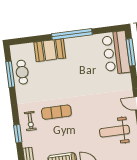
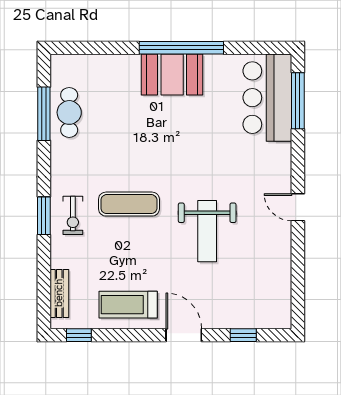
booth: (50, 50) -> (172, 75), moved
weight bench: (114, 131) -> (207, 231), moved, turned -90
window: (18, 134) -> (44, 216), moved

